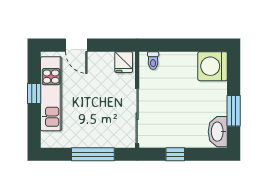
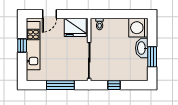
door: (76, 45) -> (50, 14), hinge flipped
fridge: (124, 62) -> (75, 27), width x1.88, depth x1.34
washbasin: (218, 132) -> (142, 48), moved

